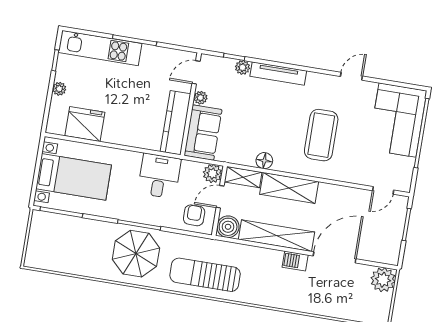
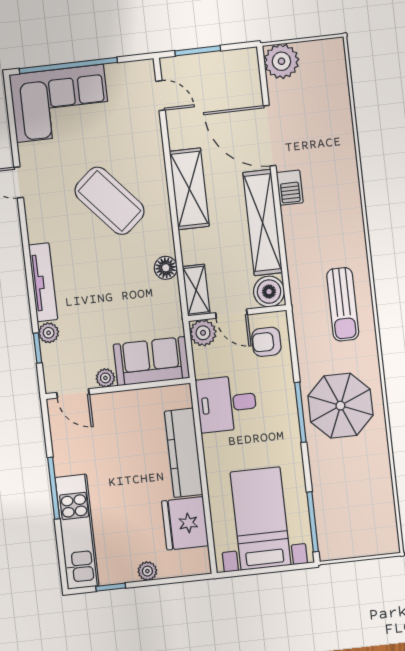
kitchen counter: (175, 123) -> (184, 453), moved, turned 90
coffee table: (321, 135) -> (110, 201), turned 49
shelving: (289, 188) -> (189, 189), moved
sun lounger: (205, 275) -> (343, 304), width x0.73, depth x0.75

